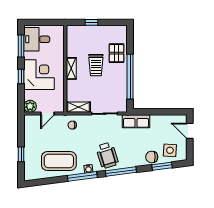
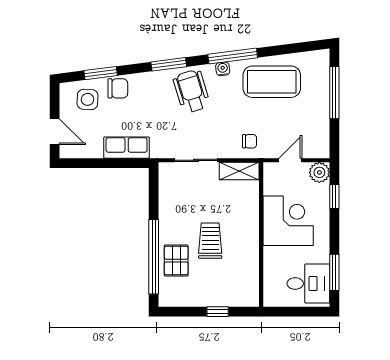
shelving: (71, 68) -> (251, 235), removed
corner desk: (39, 75) -> (288, 221), moved, turned 180
window: (21, 76) -> (334, 196), moved
window: (130, 77) -> (154, 257), moved
row of seats: (136, 121) -> (127, 148), moved
window: (21, 154) -> (334, 93), width x2.17
window: (121, 172) -> (169, 64), width x0.69

